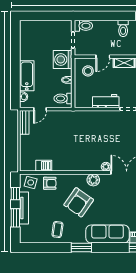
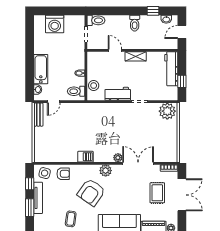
door: (103, 57) -> (115, 50), swing flipped
washing machine: (63, 59) -> (55, 24), moved, turned -90
stool: (88, 71) -> (94, 86), moved
barbecue: (44, 166) -> (85, 157), moved

